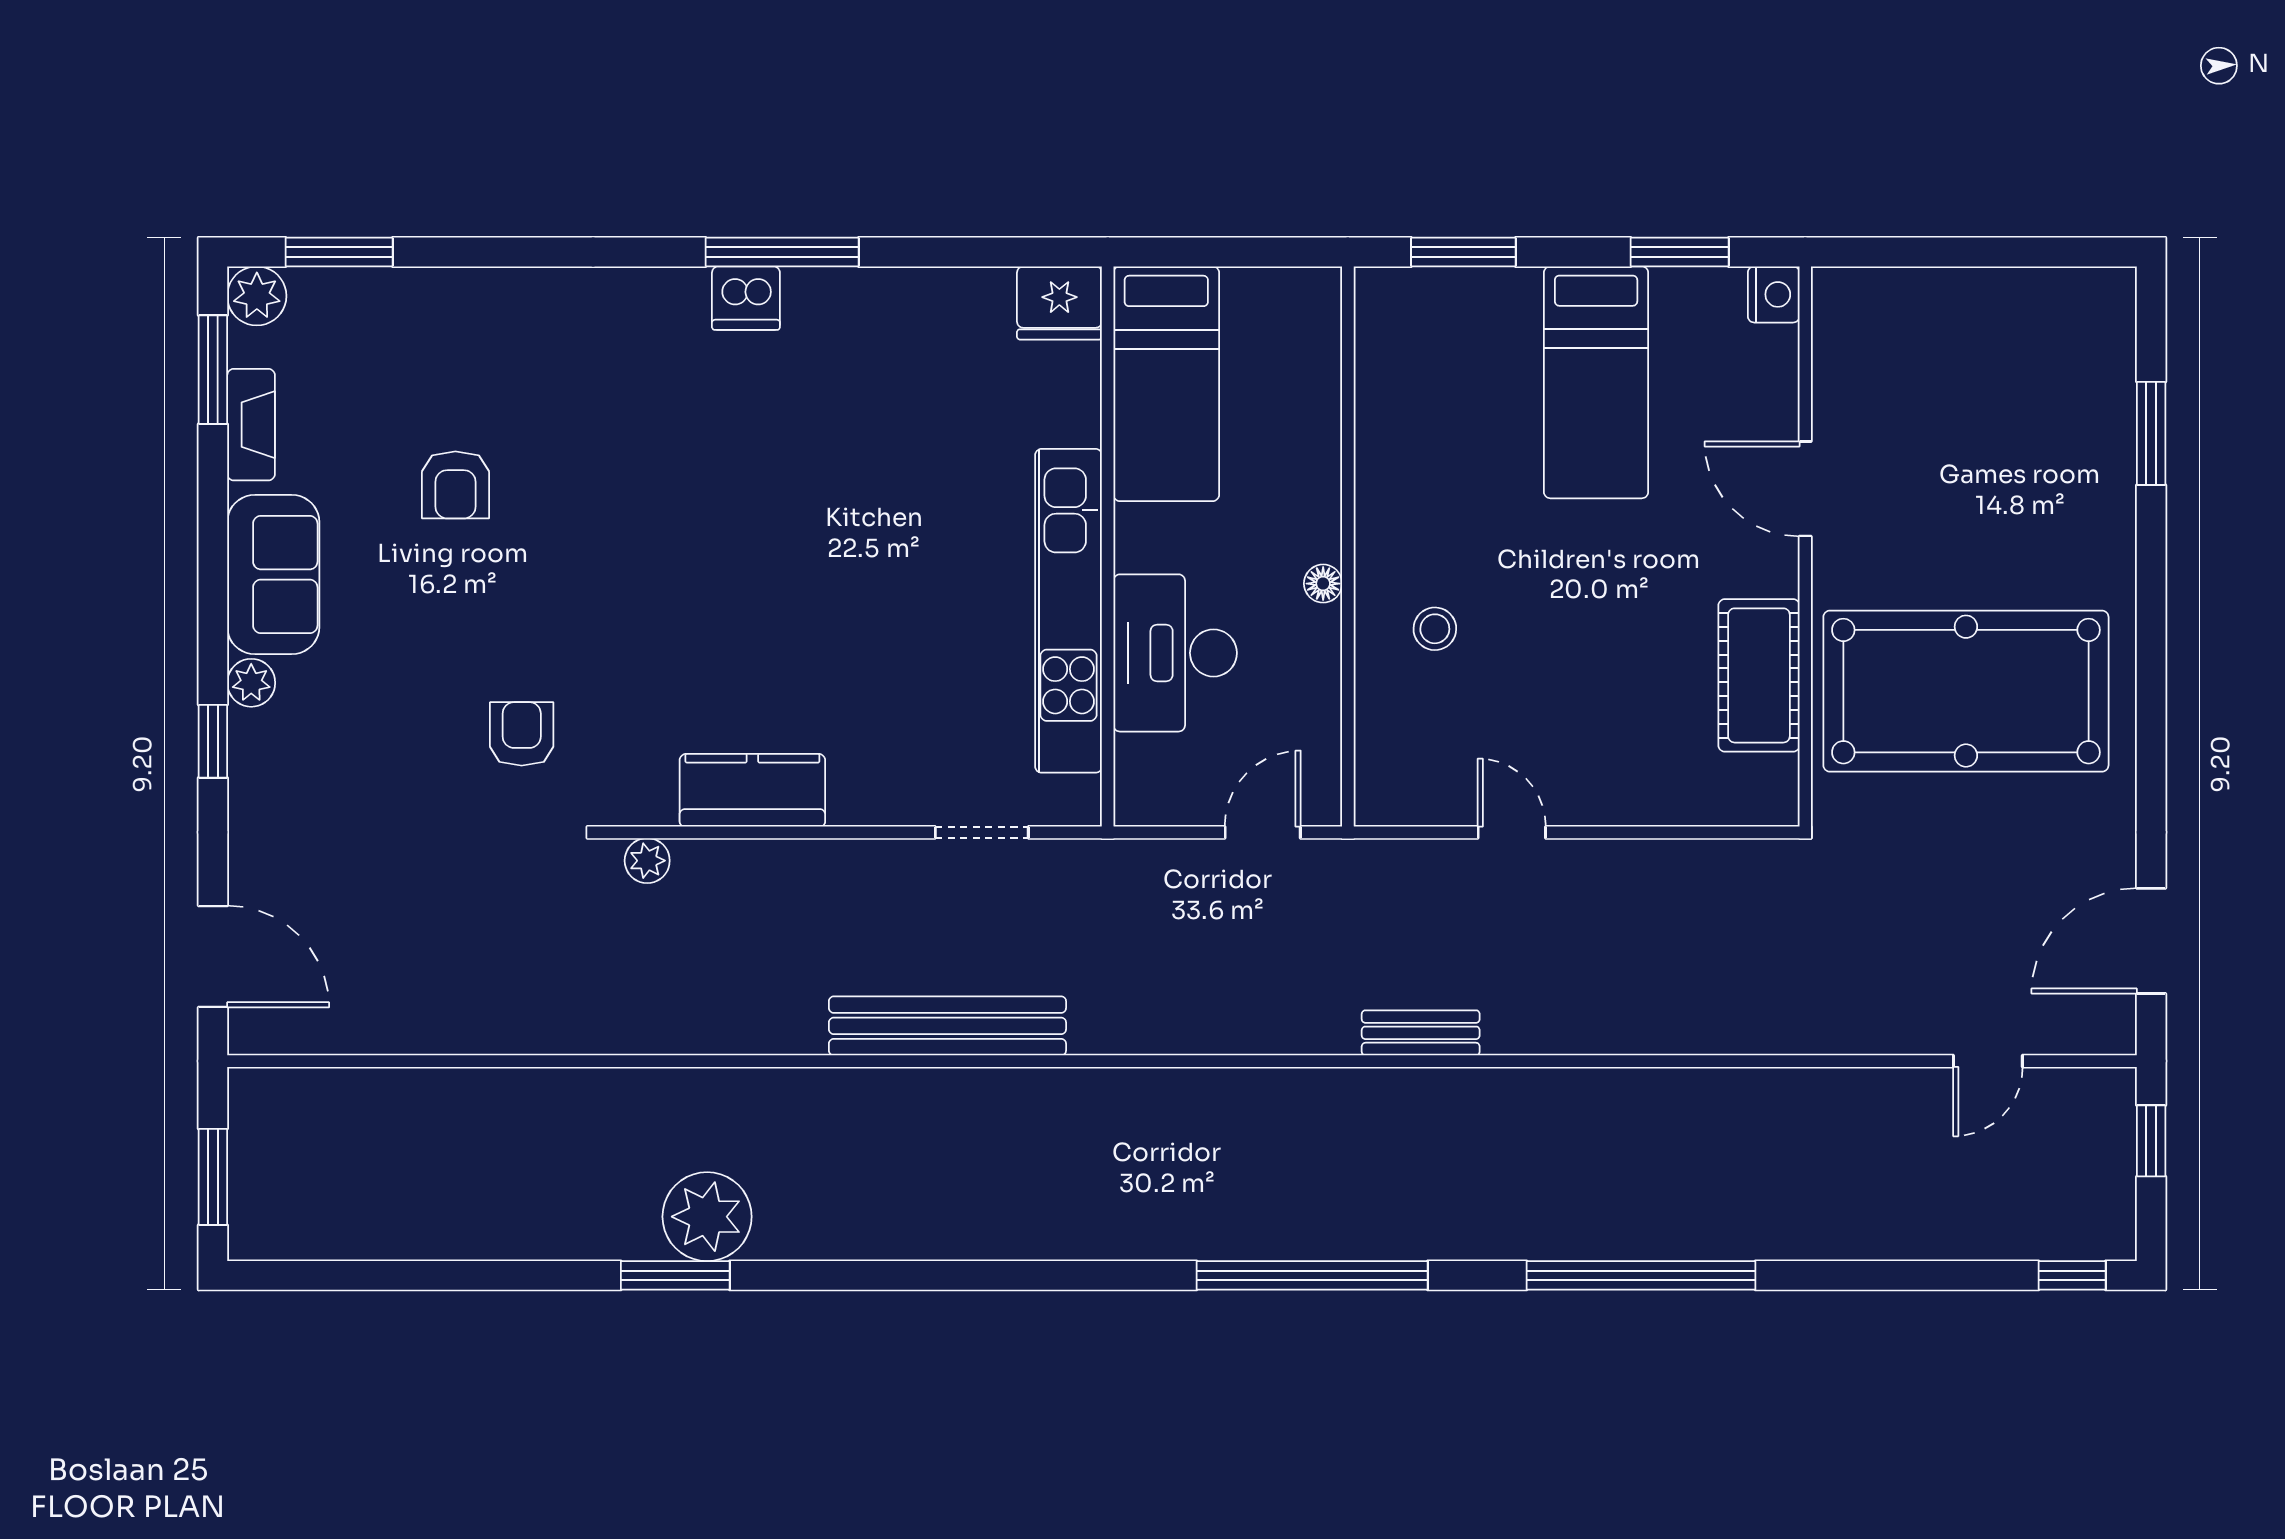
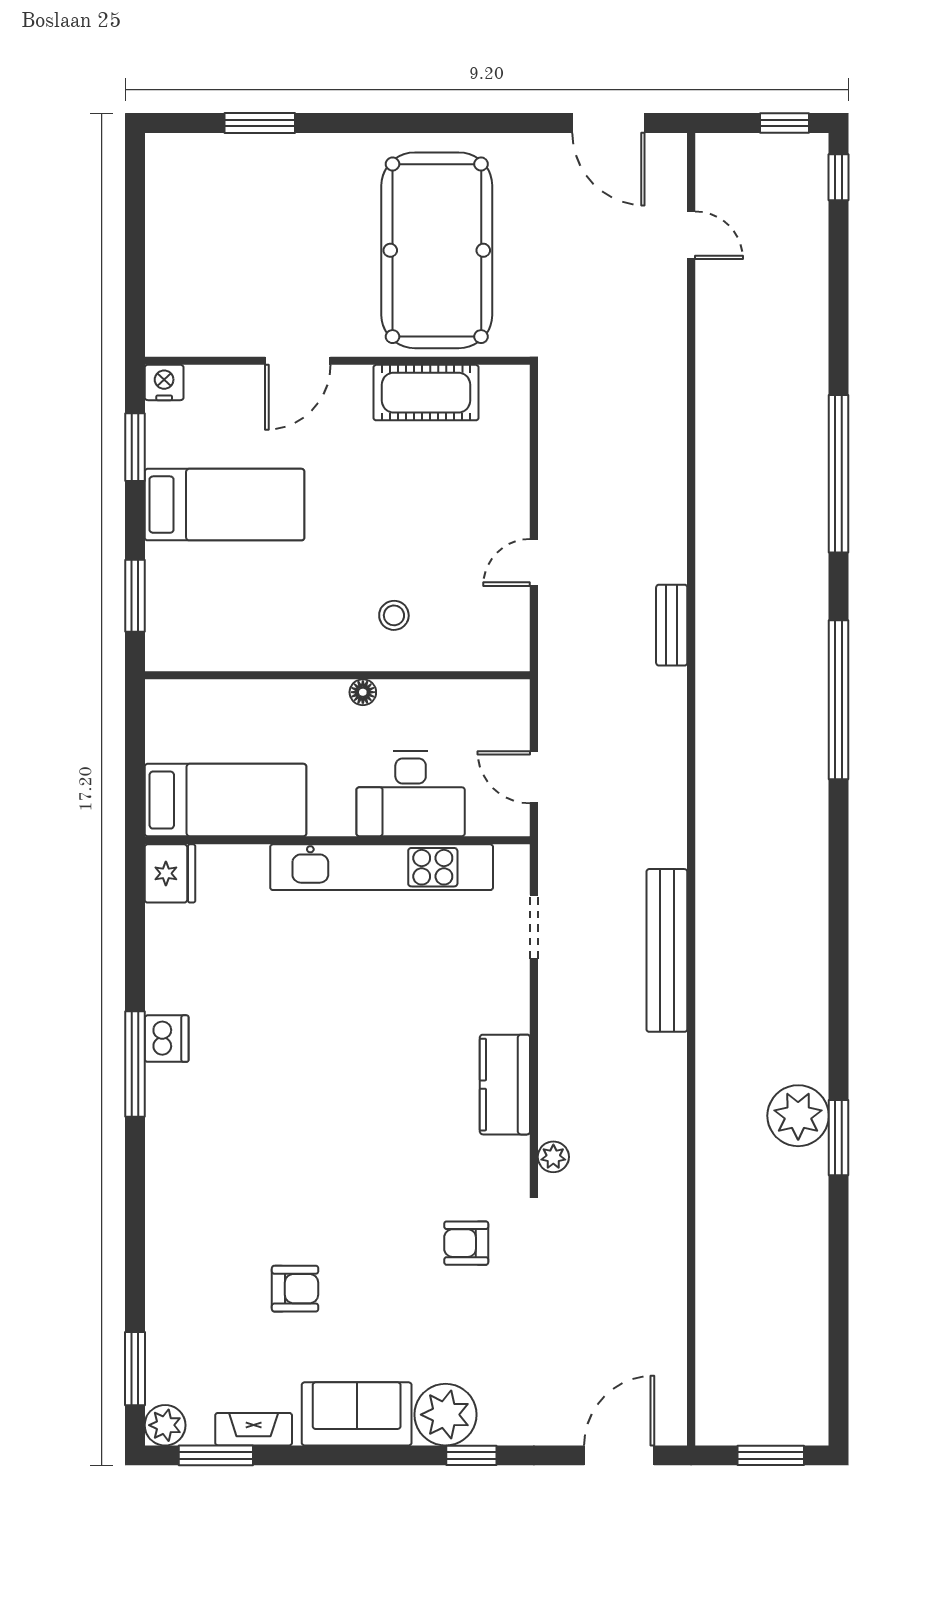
dishwasher: (746, 298) -> (167, 1039), moved
plant: (251, 683) -> (446, 1415), width x1.87, depth x1.87
door: (1263, 832) -> (534, 777), moved
window: (2151, 1141) -> (784, 123), moved

